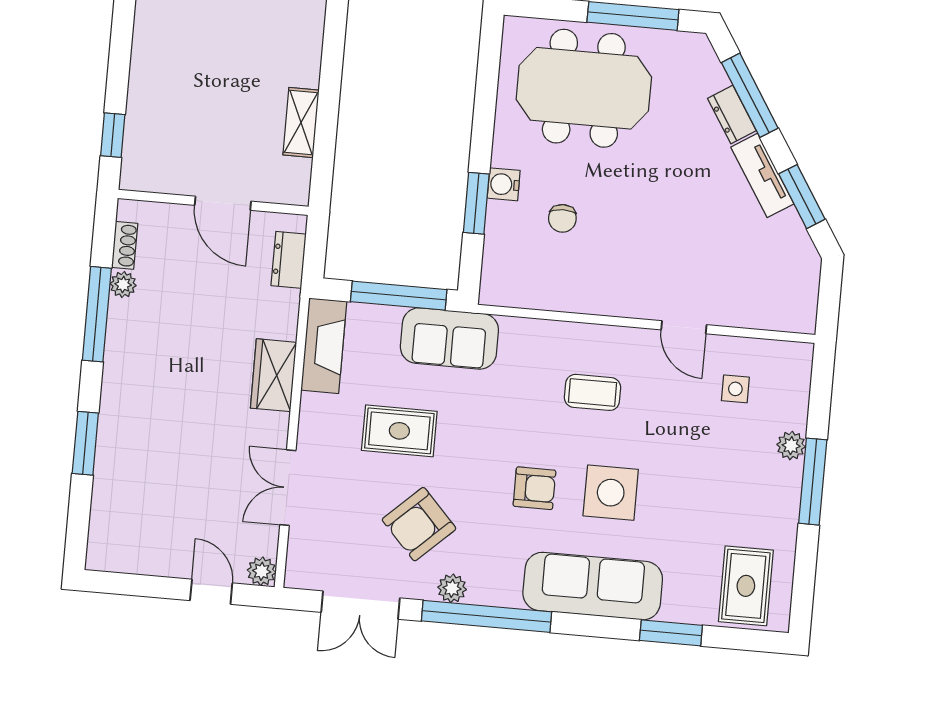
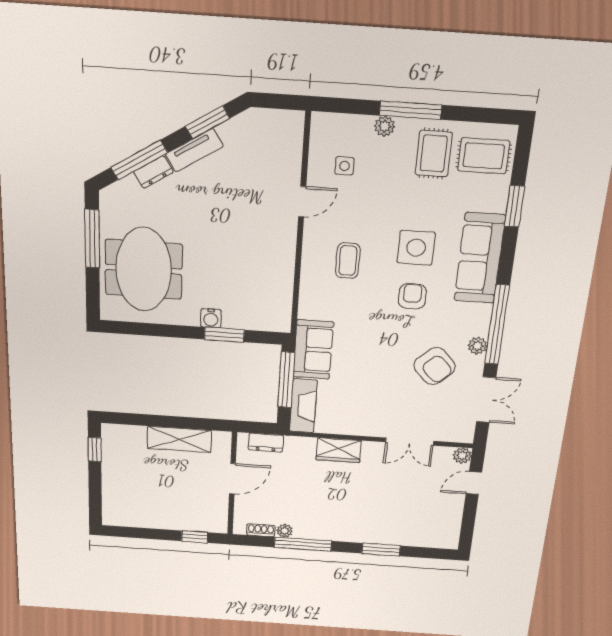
shelving: (301, 122) -> (179, 439), width x1.50, depth x1.33
chair: (562, 218) -> (231, 282), removed
fireplace: (324, 346) -> (303, 406), moved, turned 90
rug: (399, 431) -> (434, 154), moved

